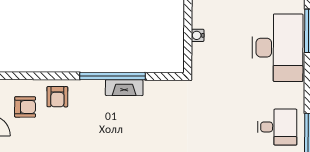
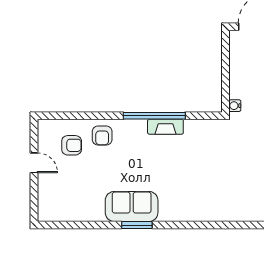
water cooler: (198, 35) -> (235, 106), moved

